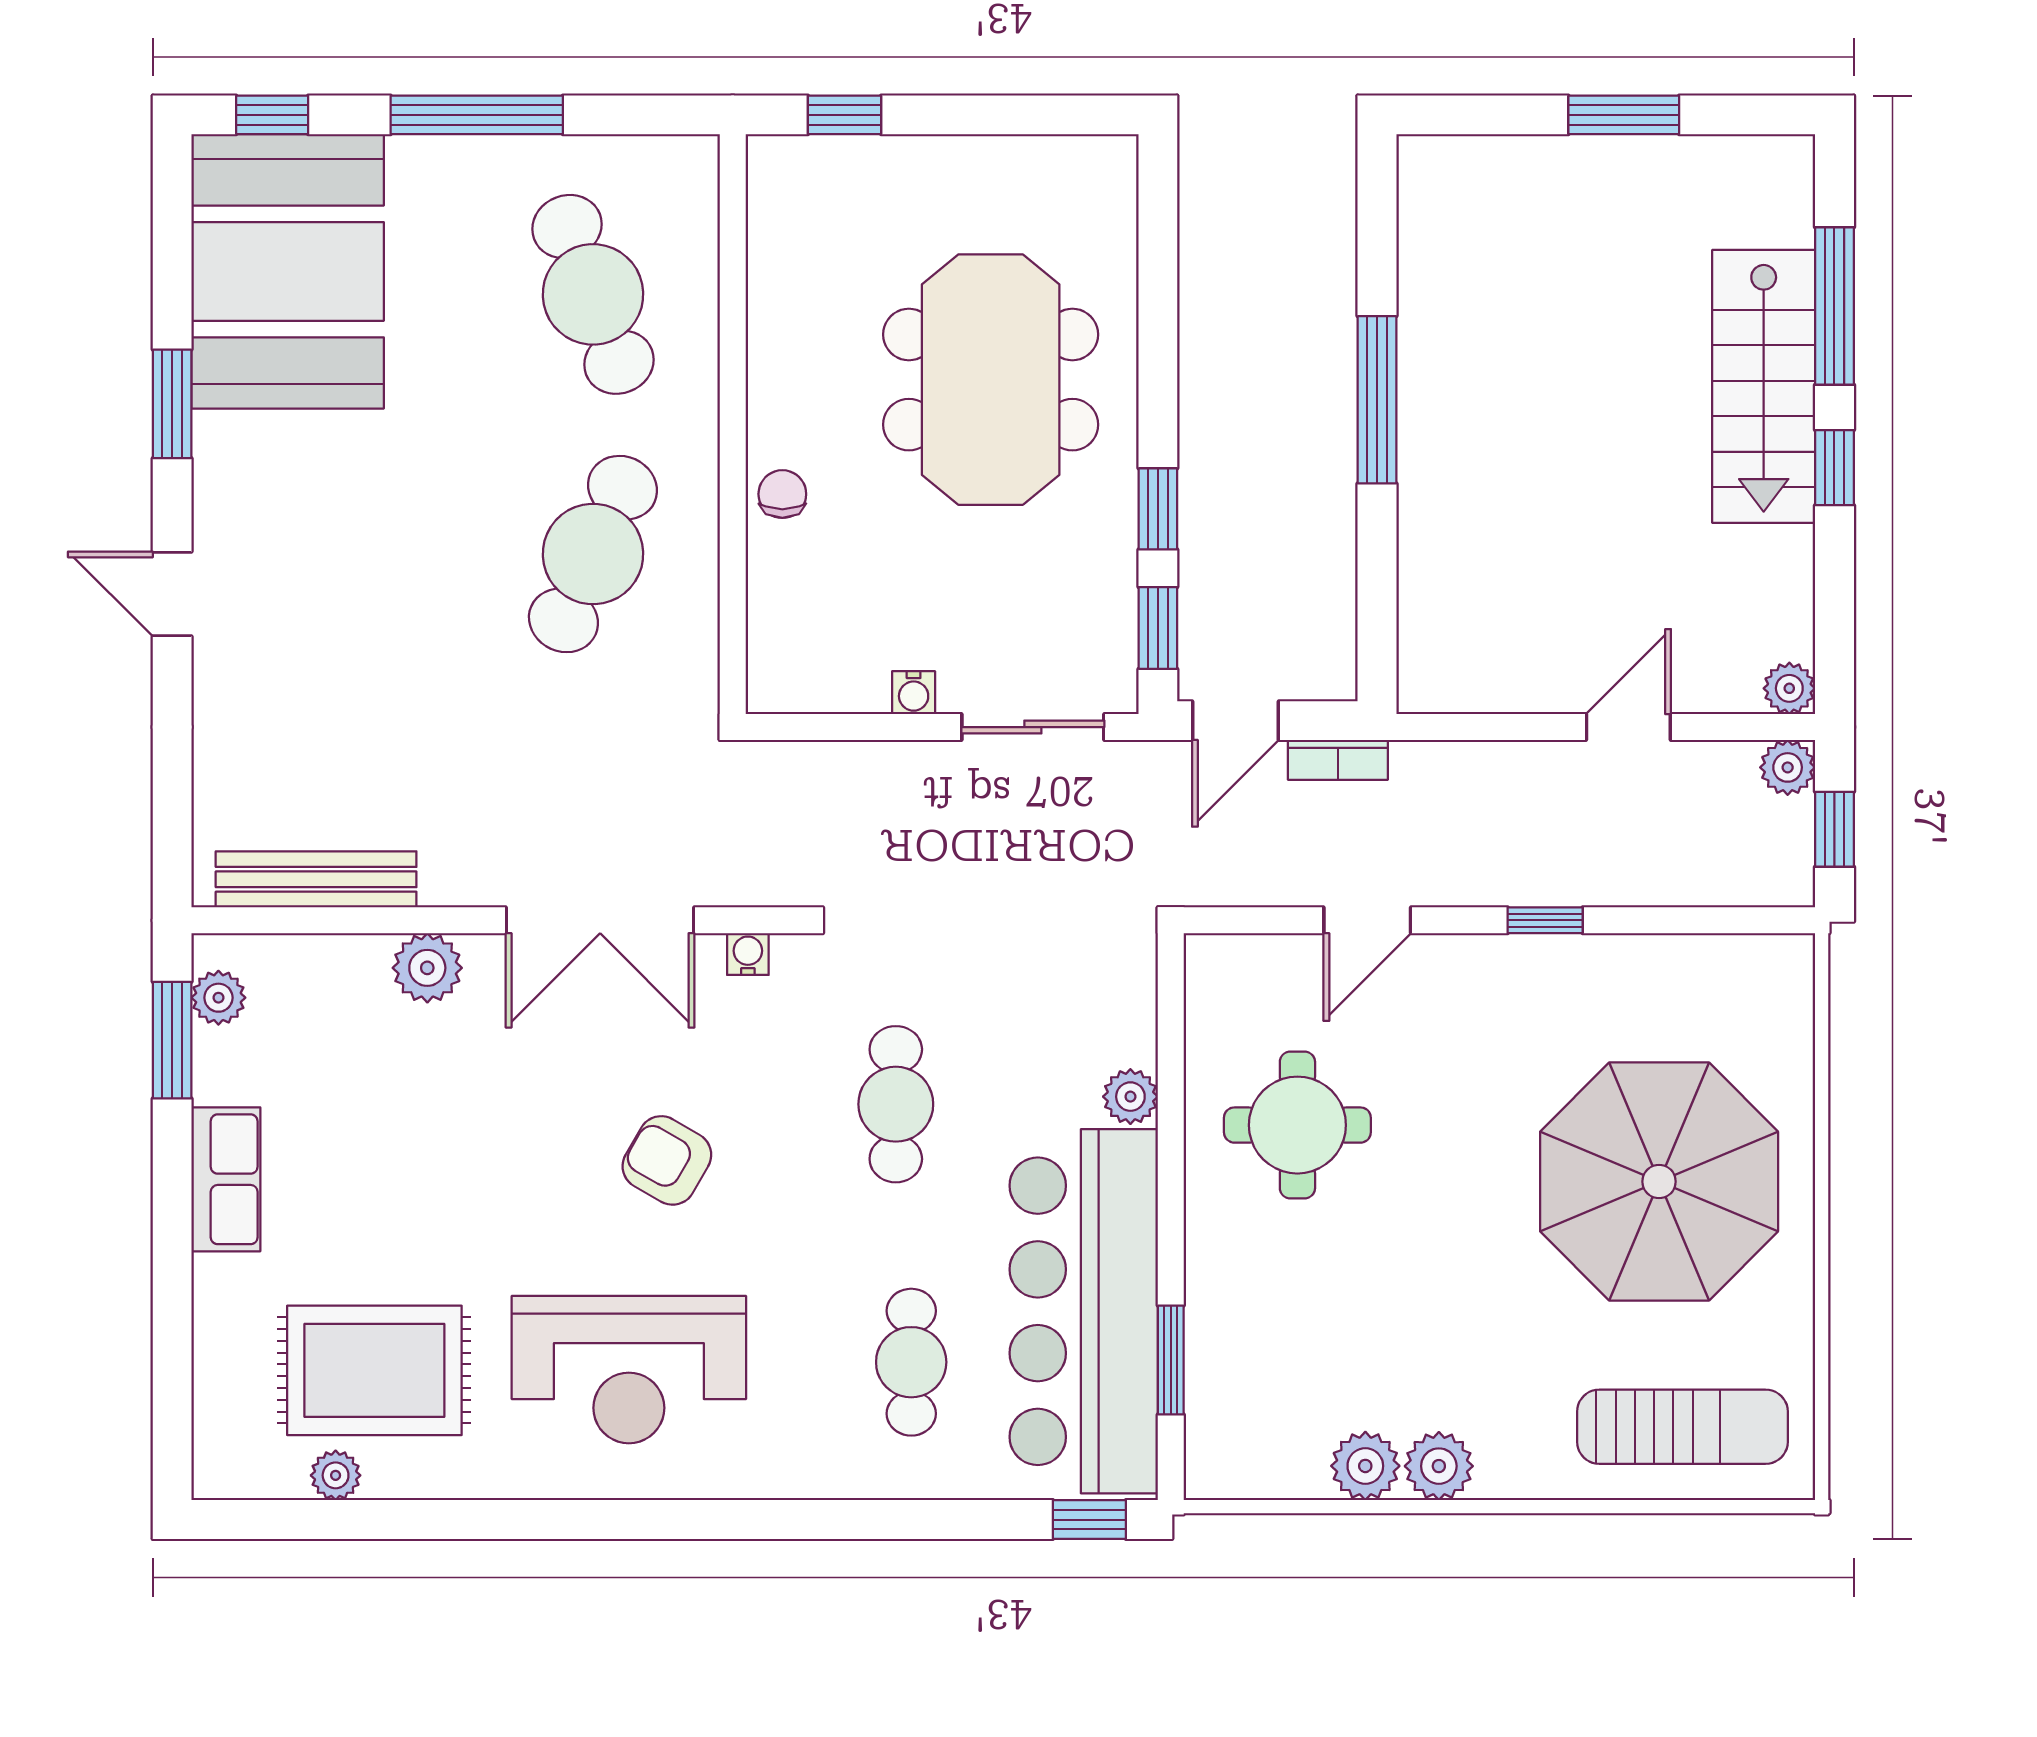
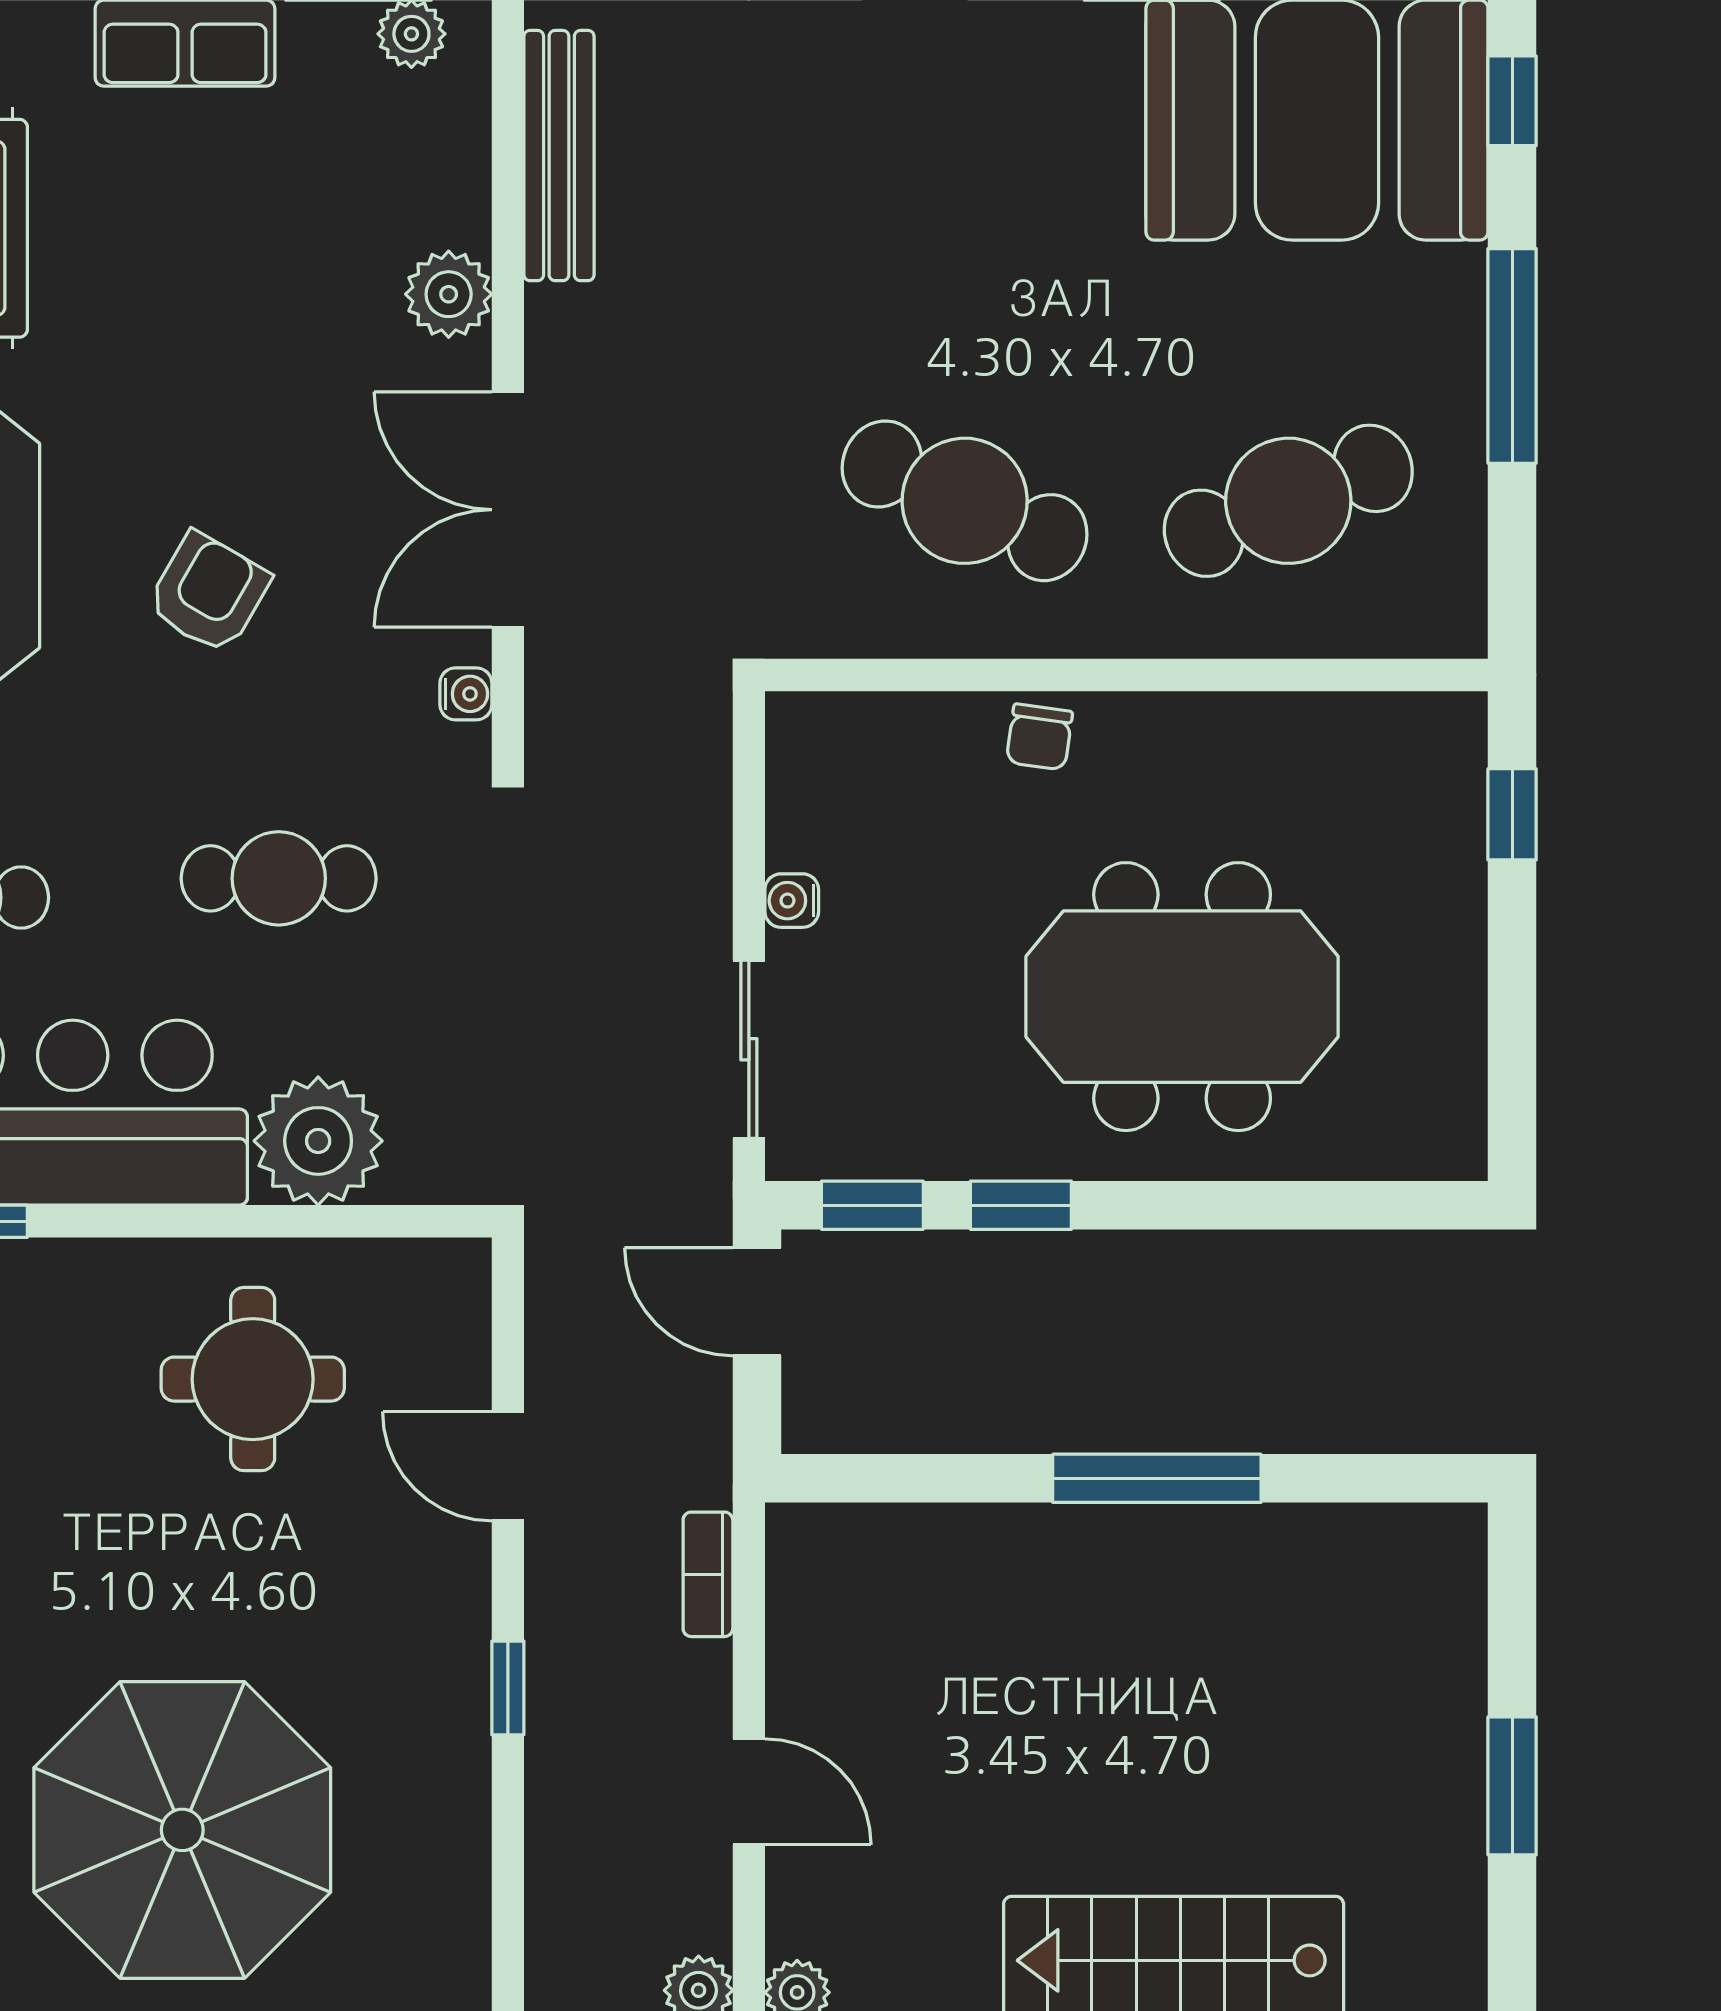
chair: (782, 494) -> (1039, 737), turned 98
bookcase: (1338, 760) -> (708, 1574), moved
plant: (1130, 1097) -> (318, 1141), width x1.87, depth x1.87

